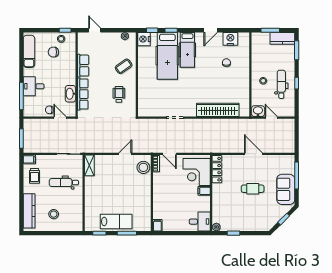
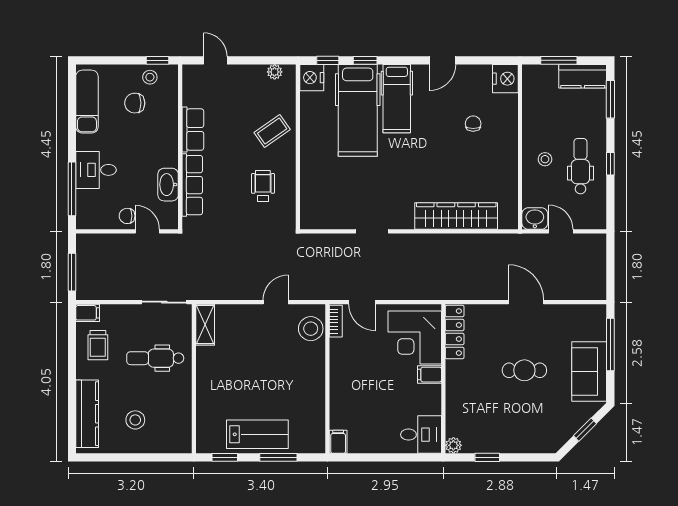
nightstand: (230, 39) -> (505, 79), moved, turned 90

